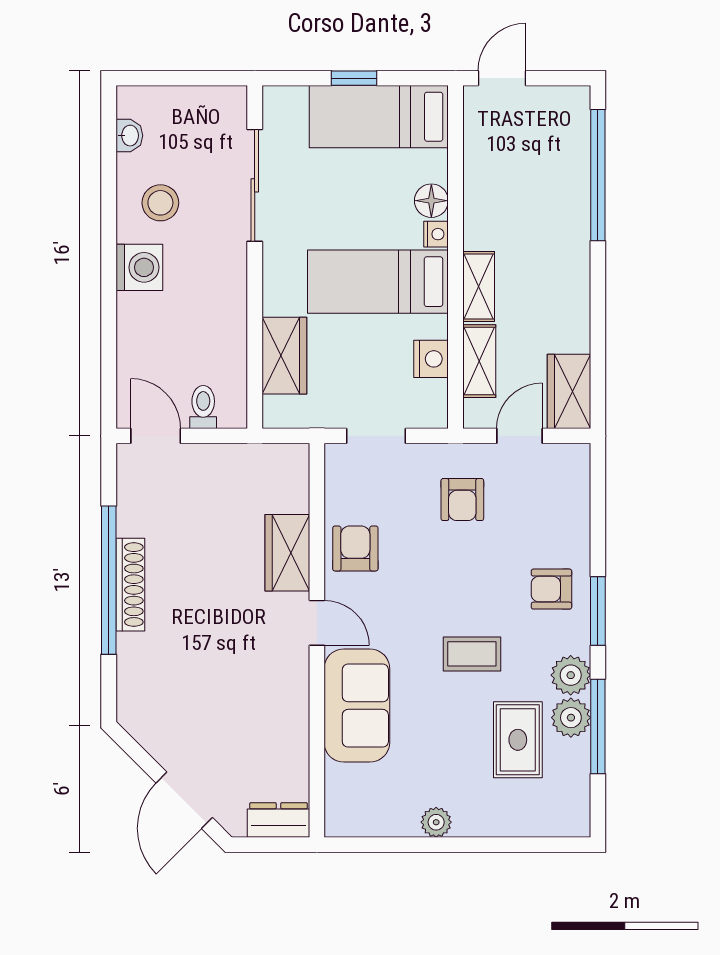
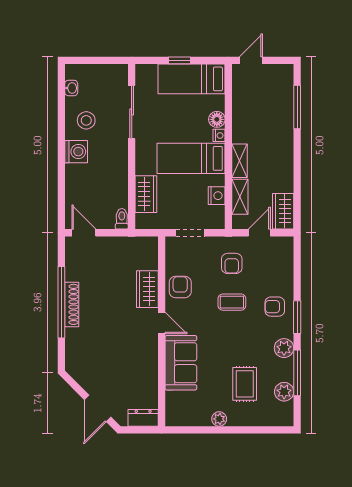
window: (598, 175) -> (297, 107), width x0.68
toilet: (203, 407) -> (122, 219), moved
coffee table: (472, 654) -> (232, 302), moved
plant: (571, 718) -> (284, 392), moved
rug: (518, 740) -> (245, 384), moved

